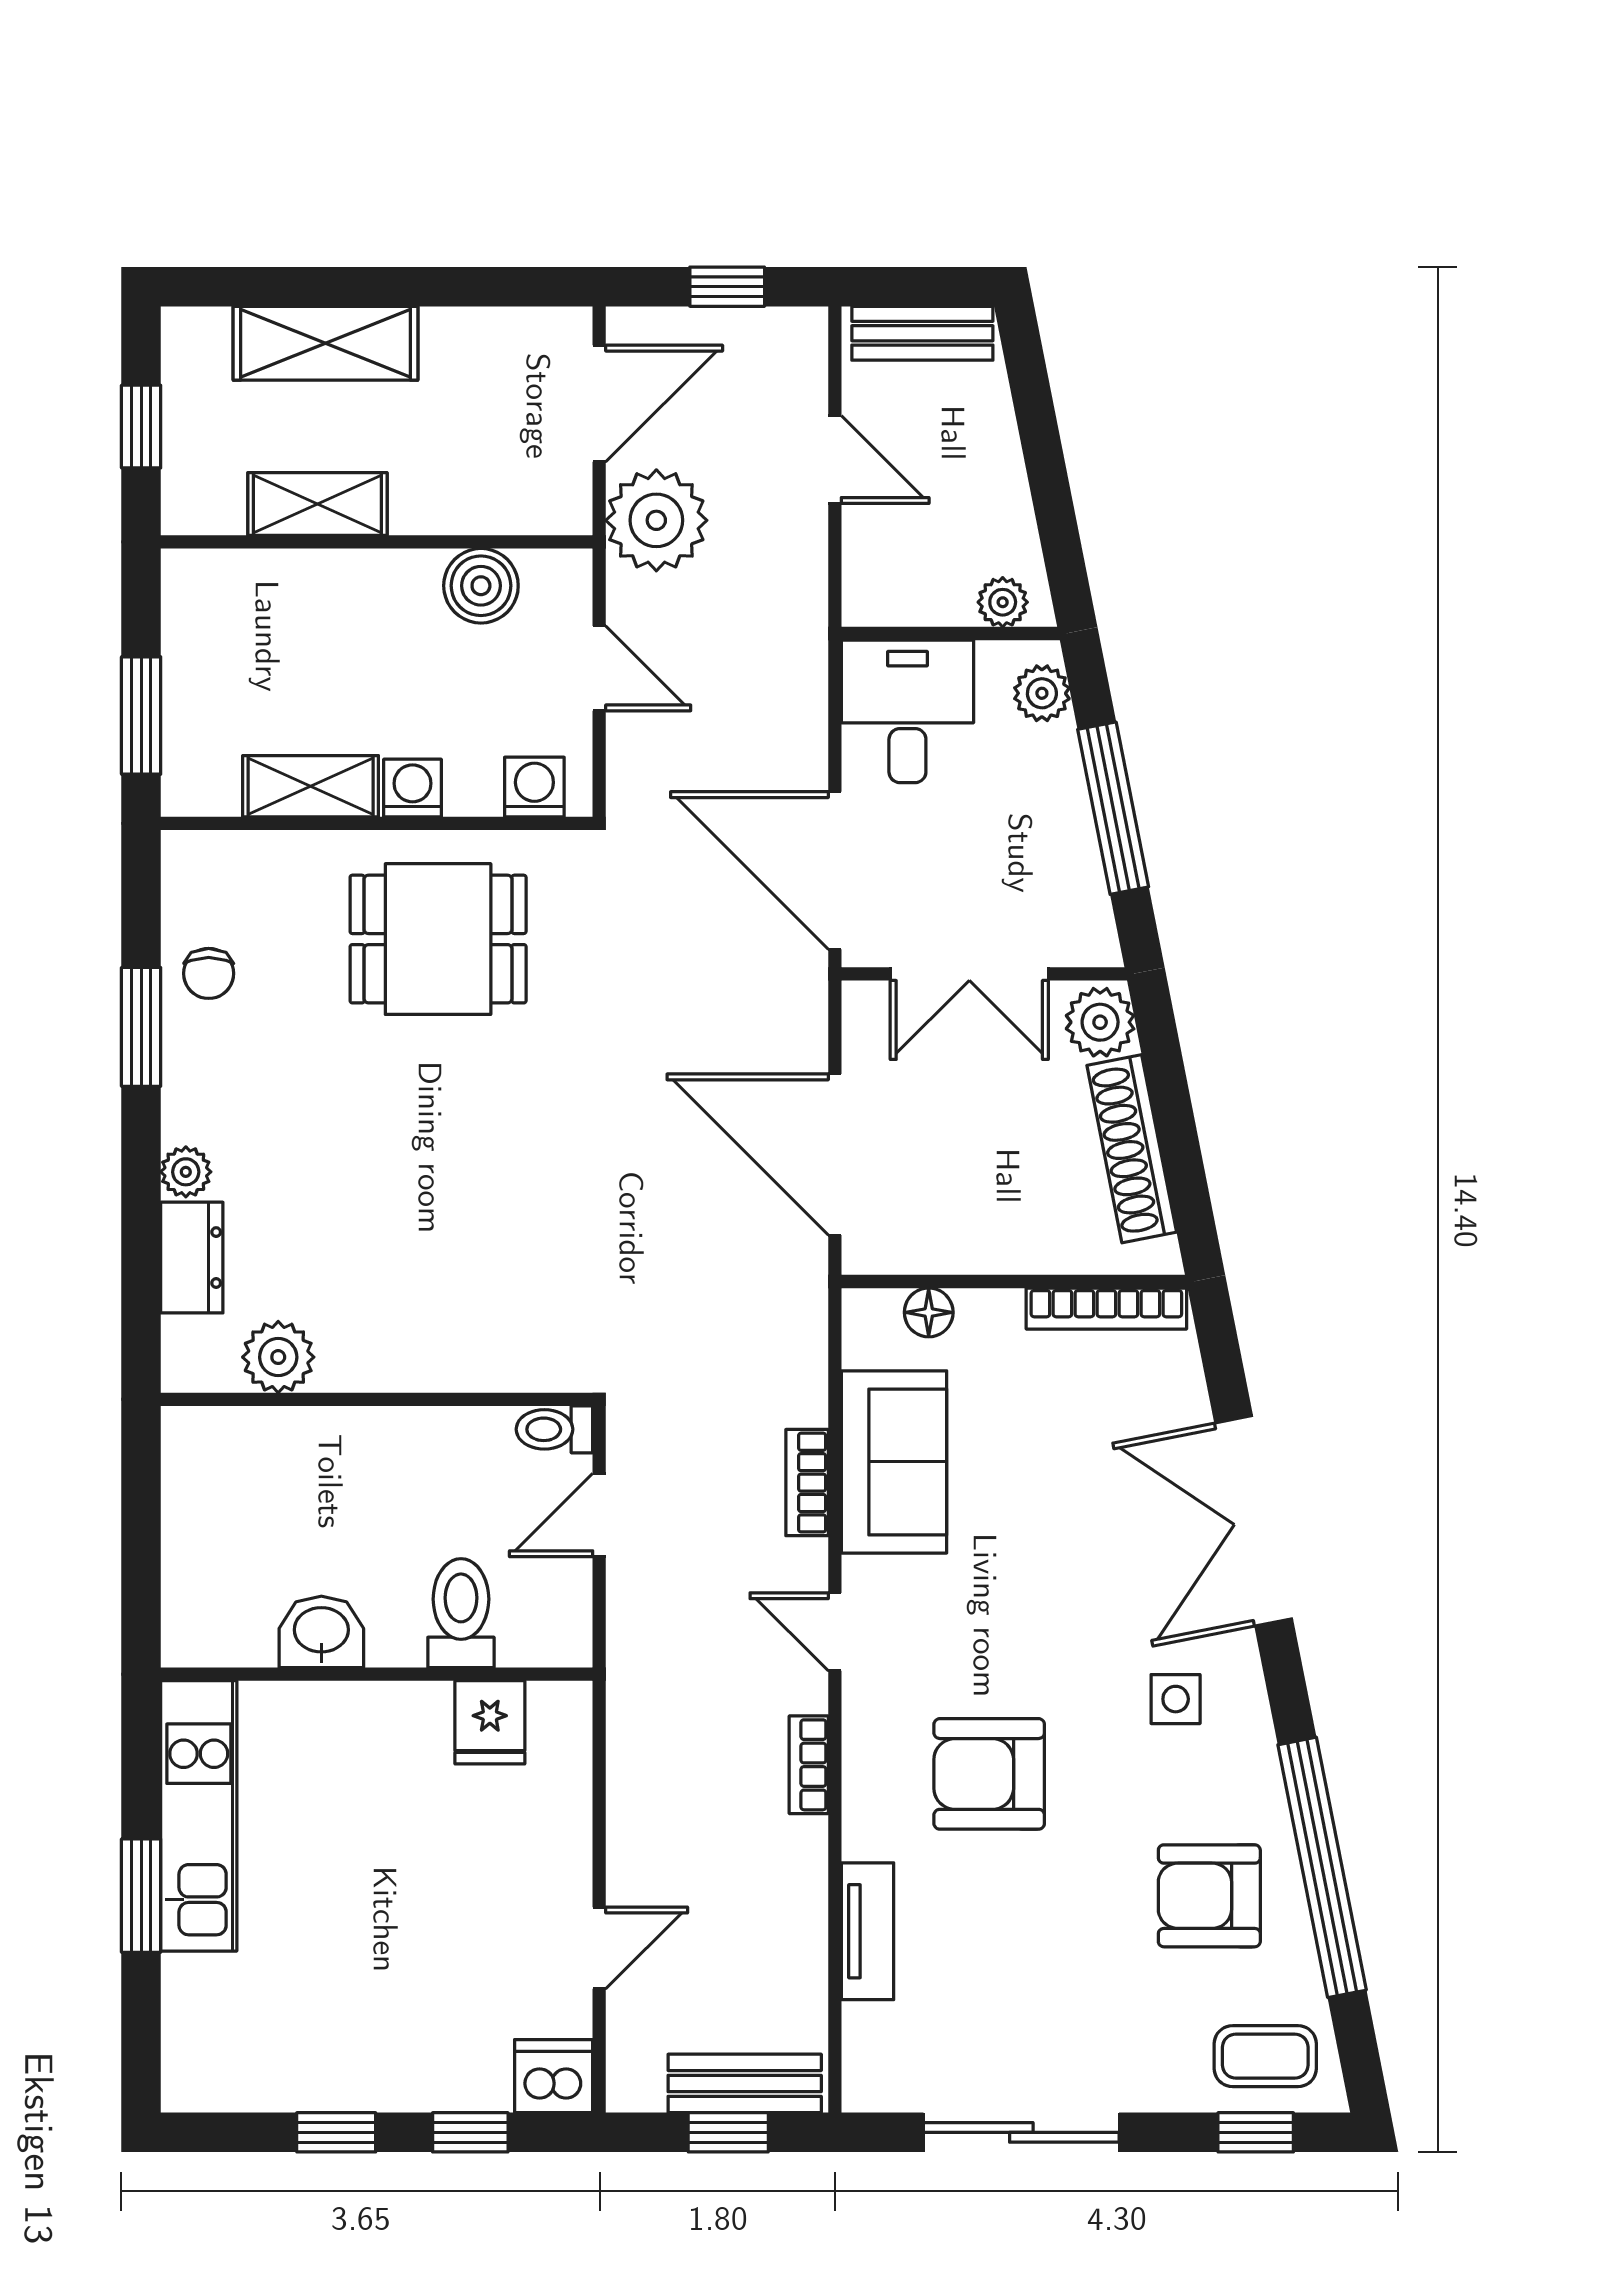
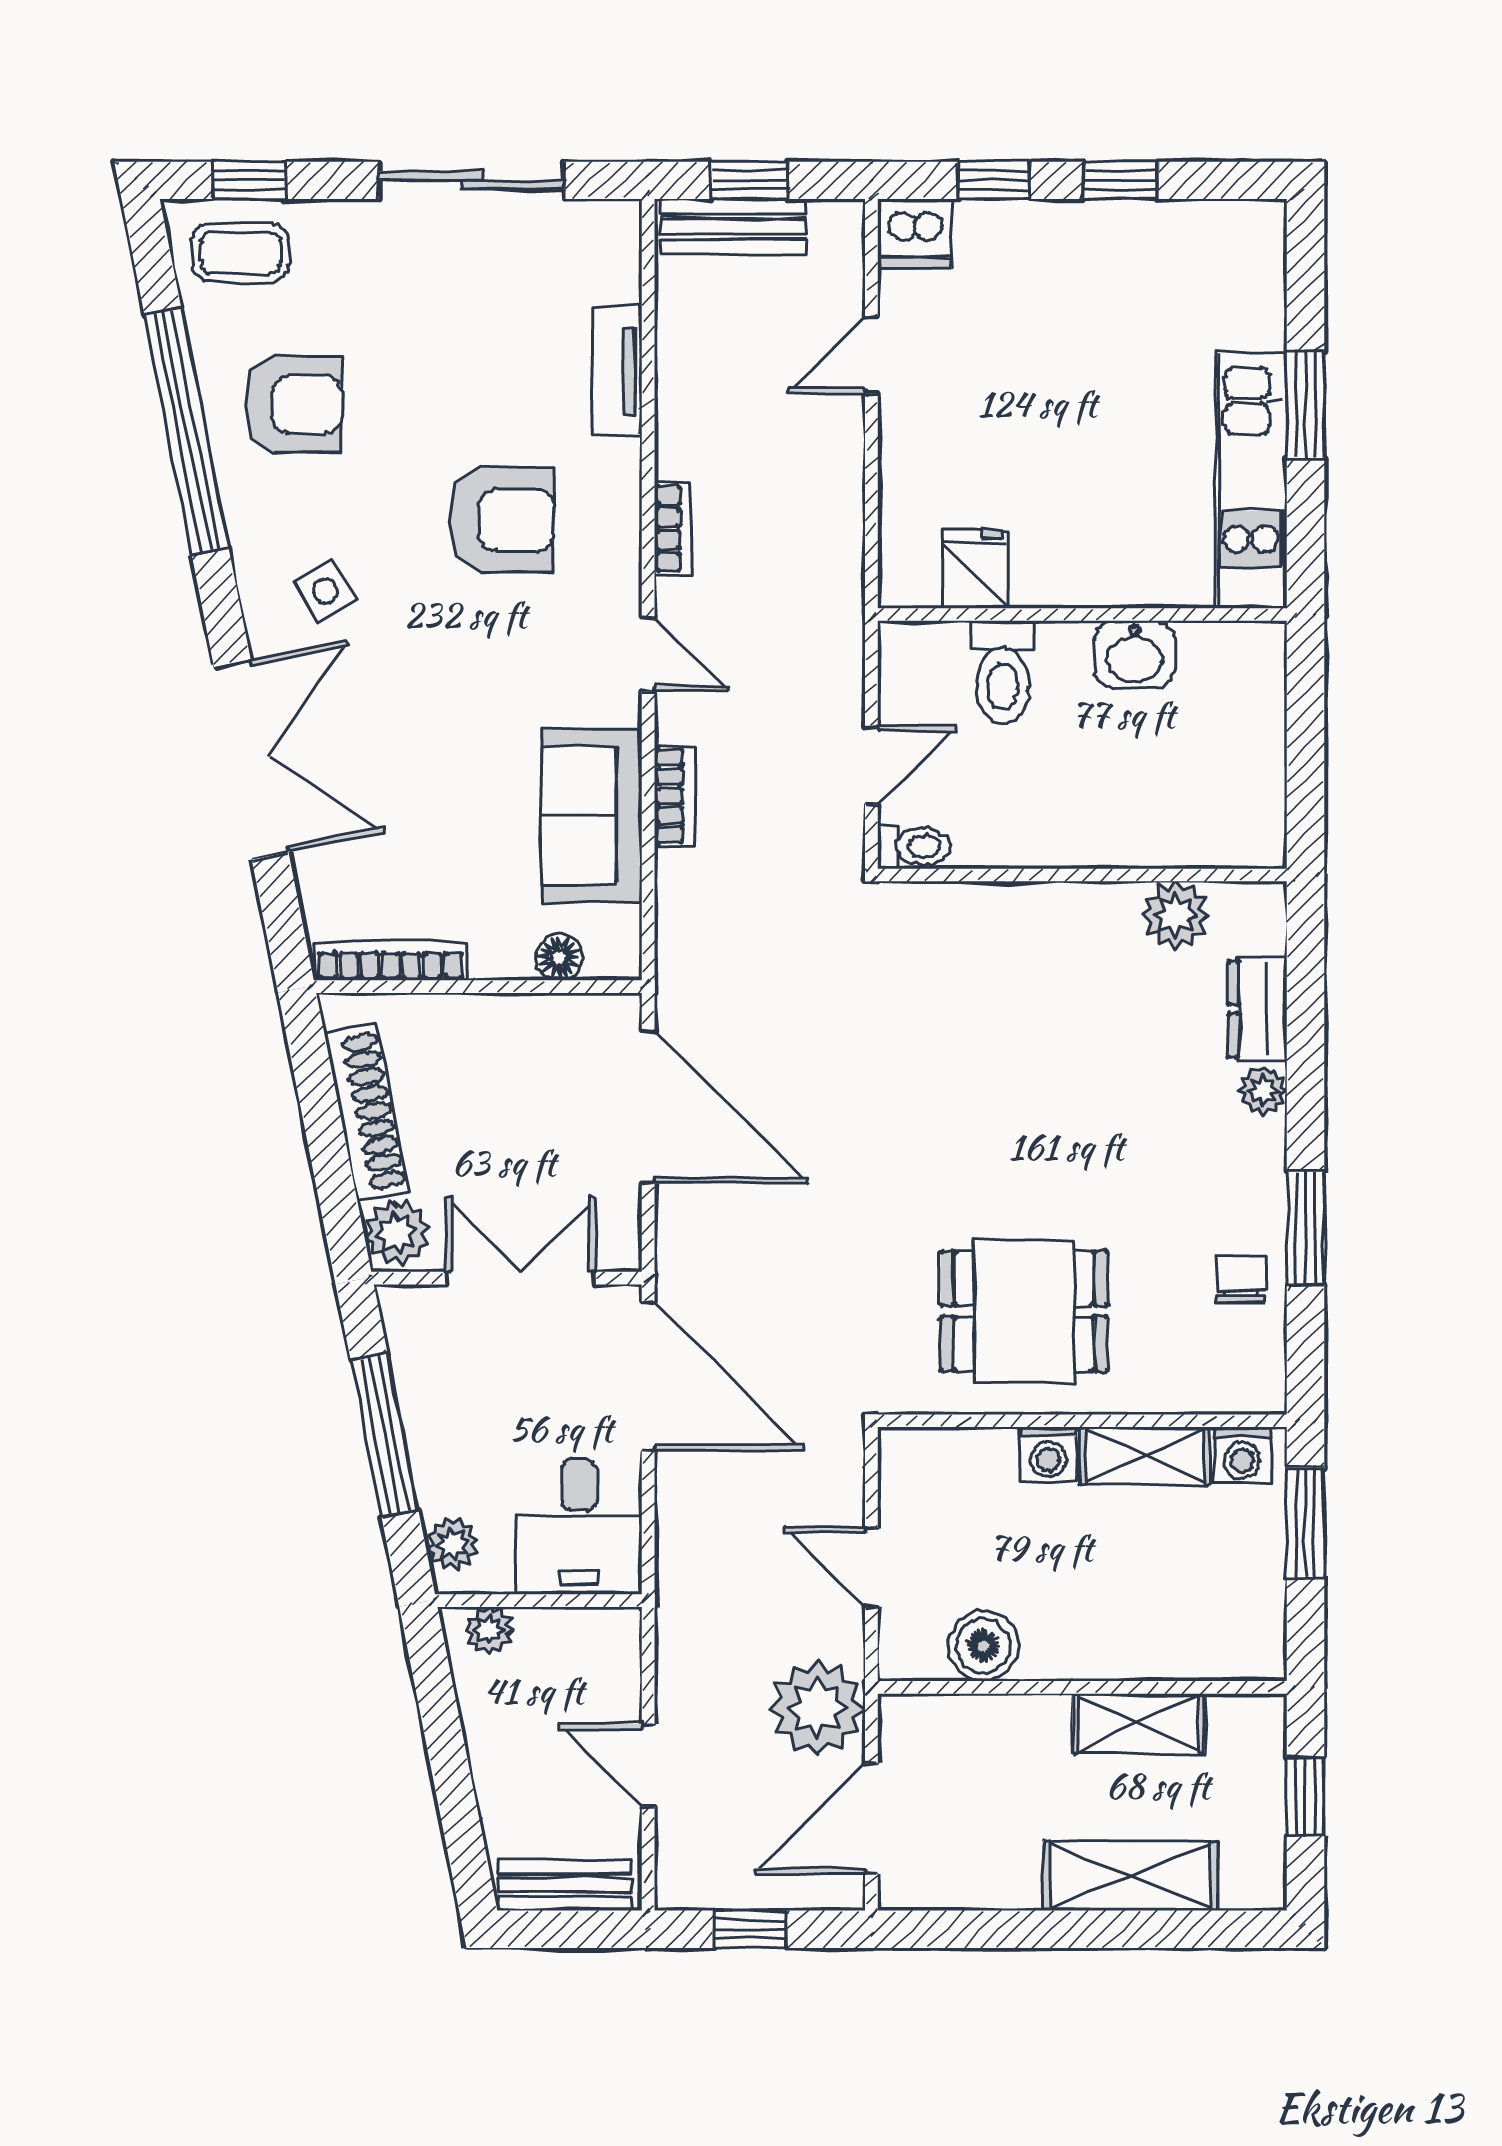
washing machine: (534, 787) -> (1242, 1455), moved
side table: (1176, 1699) -> (325, 591), turned -30

